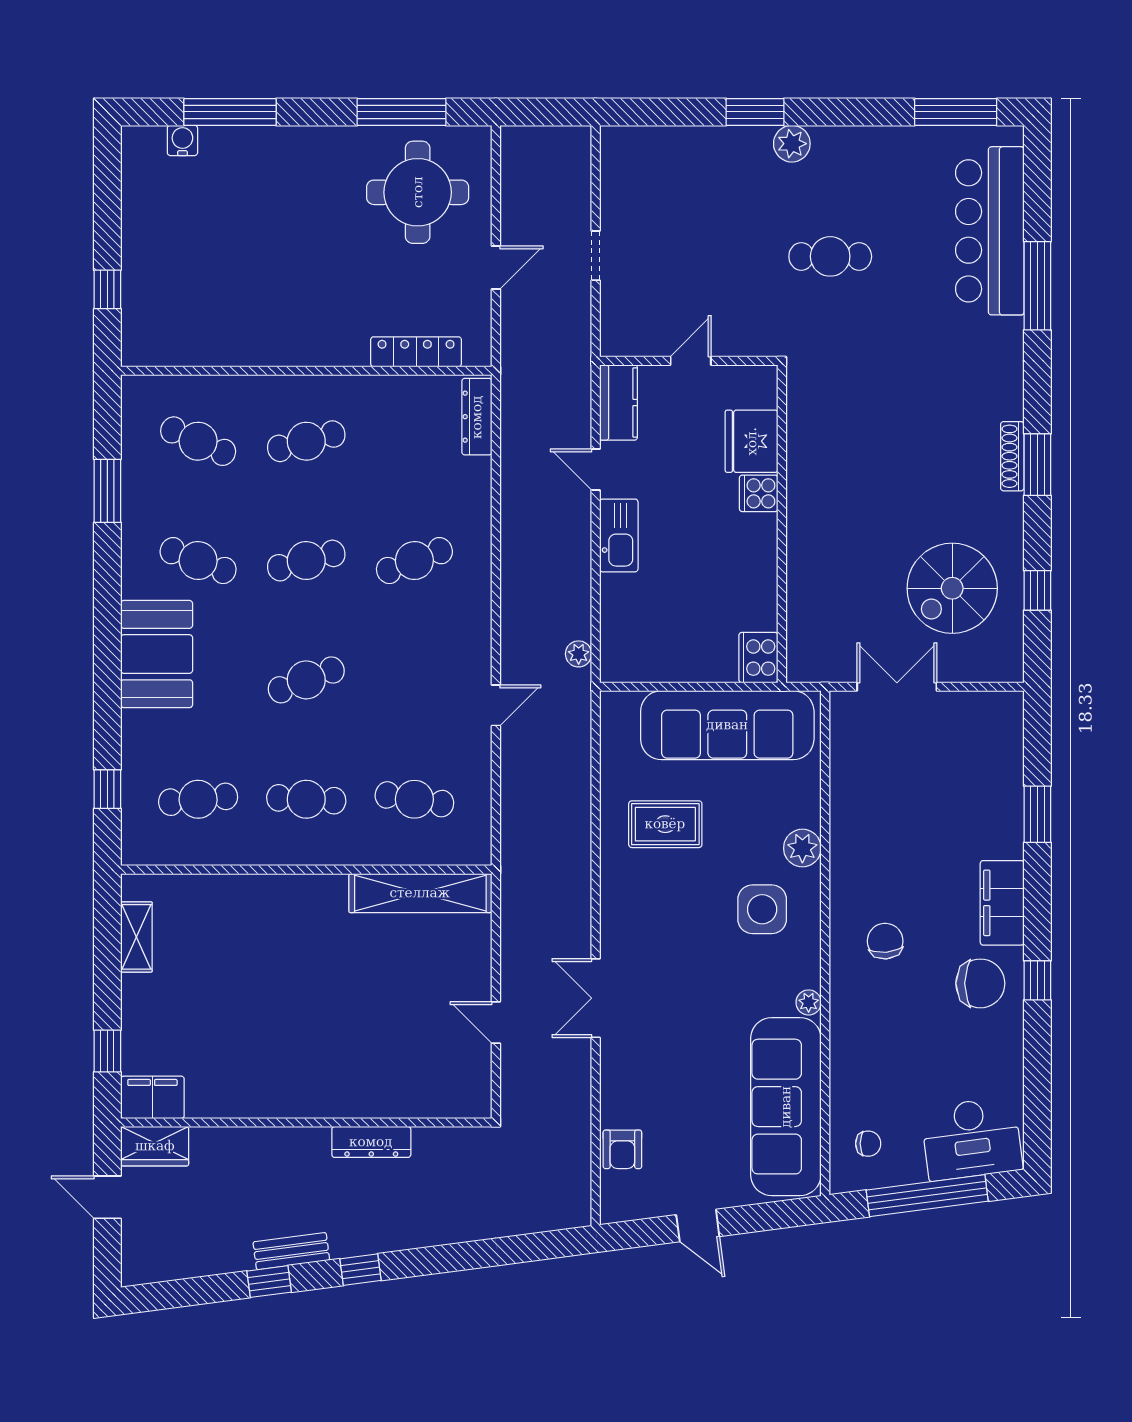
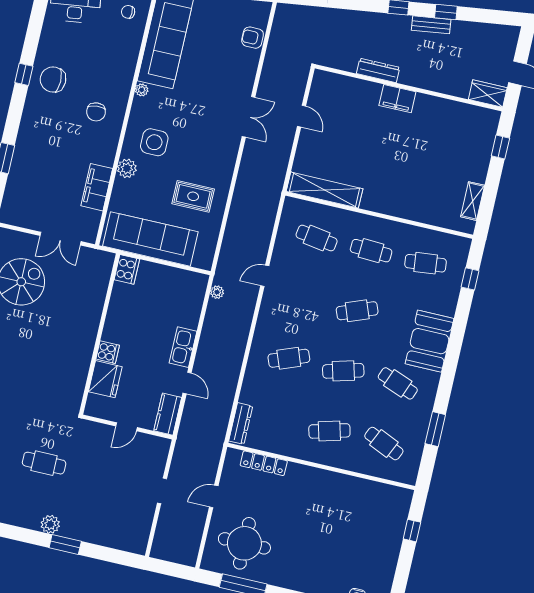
filing cabinet: (1002, 903) -> (97, 187), moved, turned 180
filing cabinet: (152, 1097) -> (397, 99), moved
armchair: (622, 1149) -> (253, 38), turned -90

